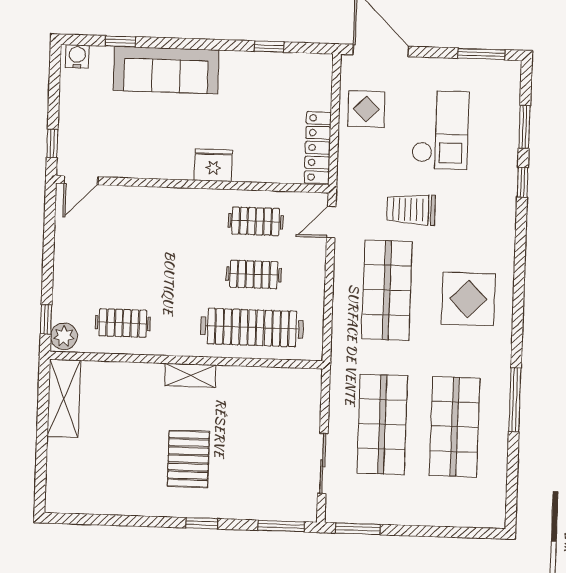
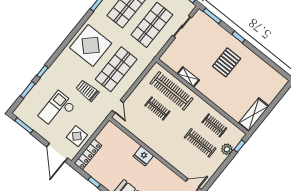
locker: (318, 148) -> (88, 154), moved
trolley: (411, 210) -> (87, 91), turned 180
clothes rail: (256, 221) -> (200, 143), moved, width x1.36
door: (331, 222) -> (118, 107), hinge flipped
display table: (468, 299) -> (91, 46), width x1.36, depth x1.36
plant: (64, 336) -> (227, 149), moved
shelving: (190, 375) -> (188, 77), moved

